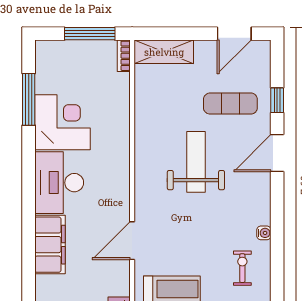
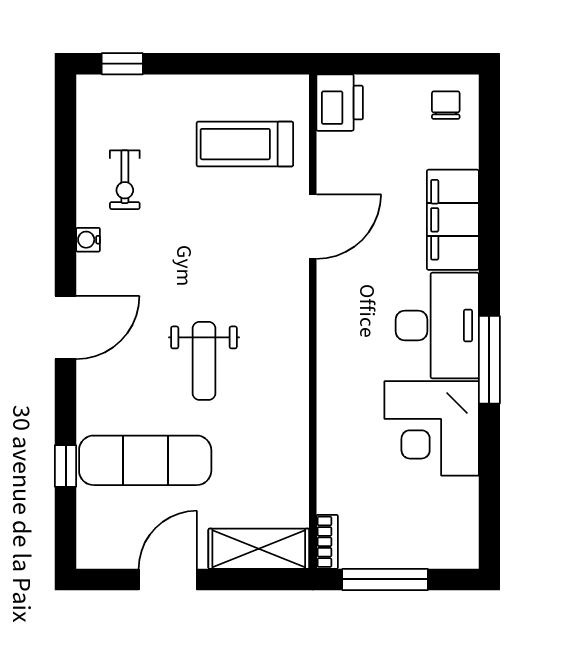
door: (234, 34) -> (168, 579), moved
window: (29, 99) -> (489, 360), moved
exercise mat: (230, 104) -> (145, 460), width x1.36, depth x1.45
door: (277, 153) -> (66, 327), moved
weight bench: (196, 162) -> (204, 361), width x0.73, depth x0.75

